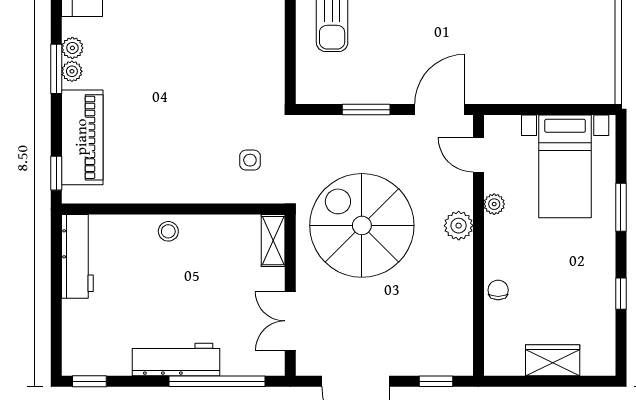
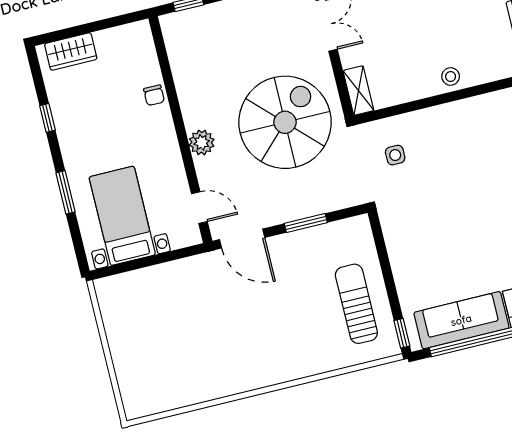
door: (440, 110) -> (242, 239), hinge flipped
plant: (494, 204) -> (175, 168), removed
spiral stairs: (362, 225) -> (285, 122), turned -90
wardrobe: (553, 360) -> (71, 51), moved

